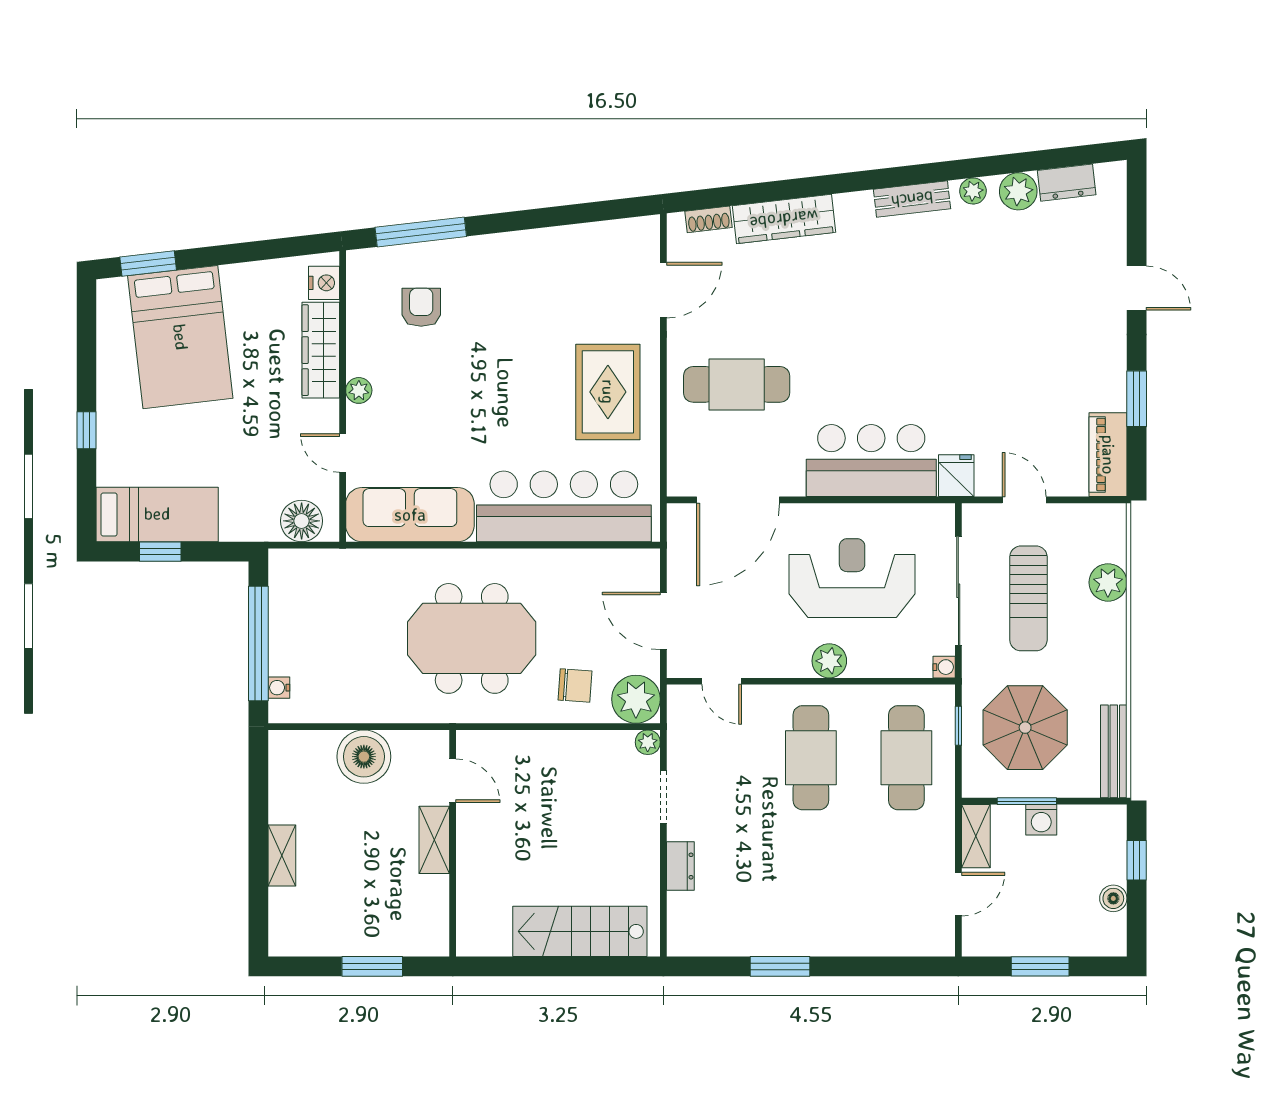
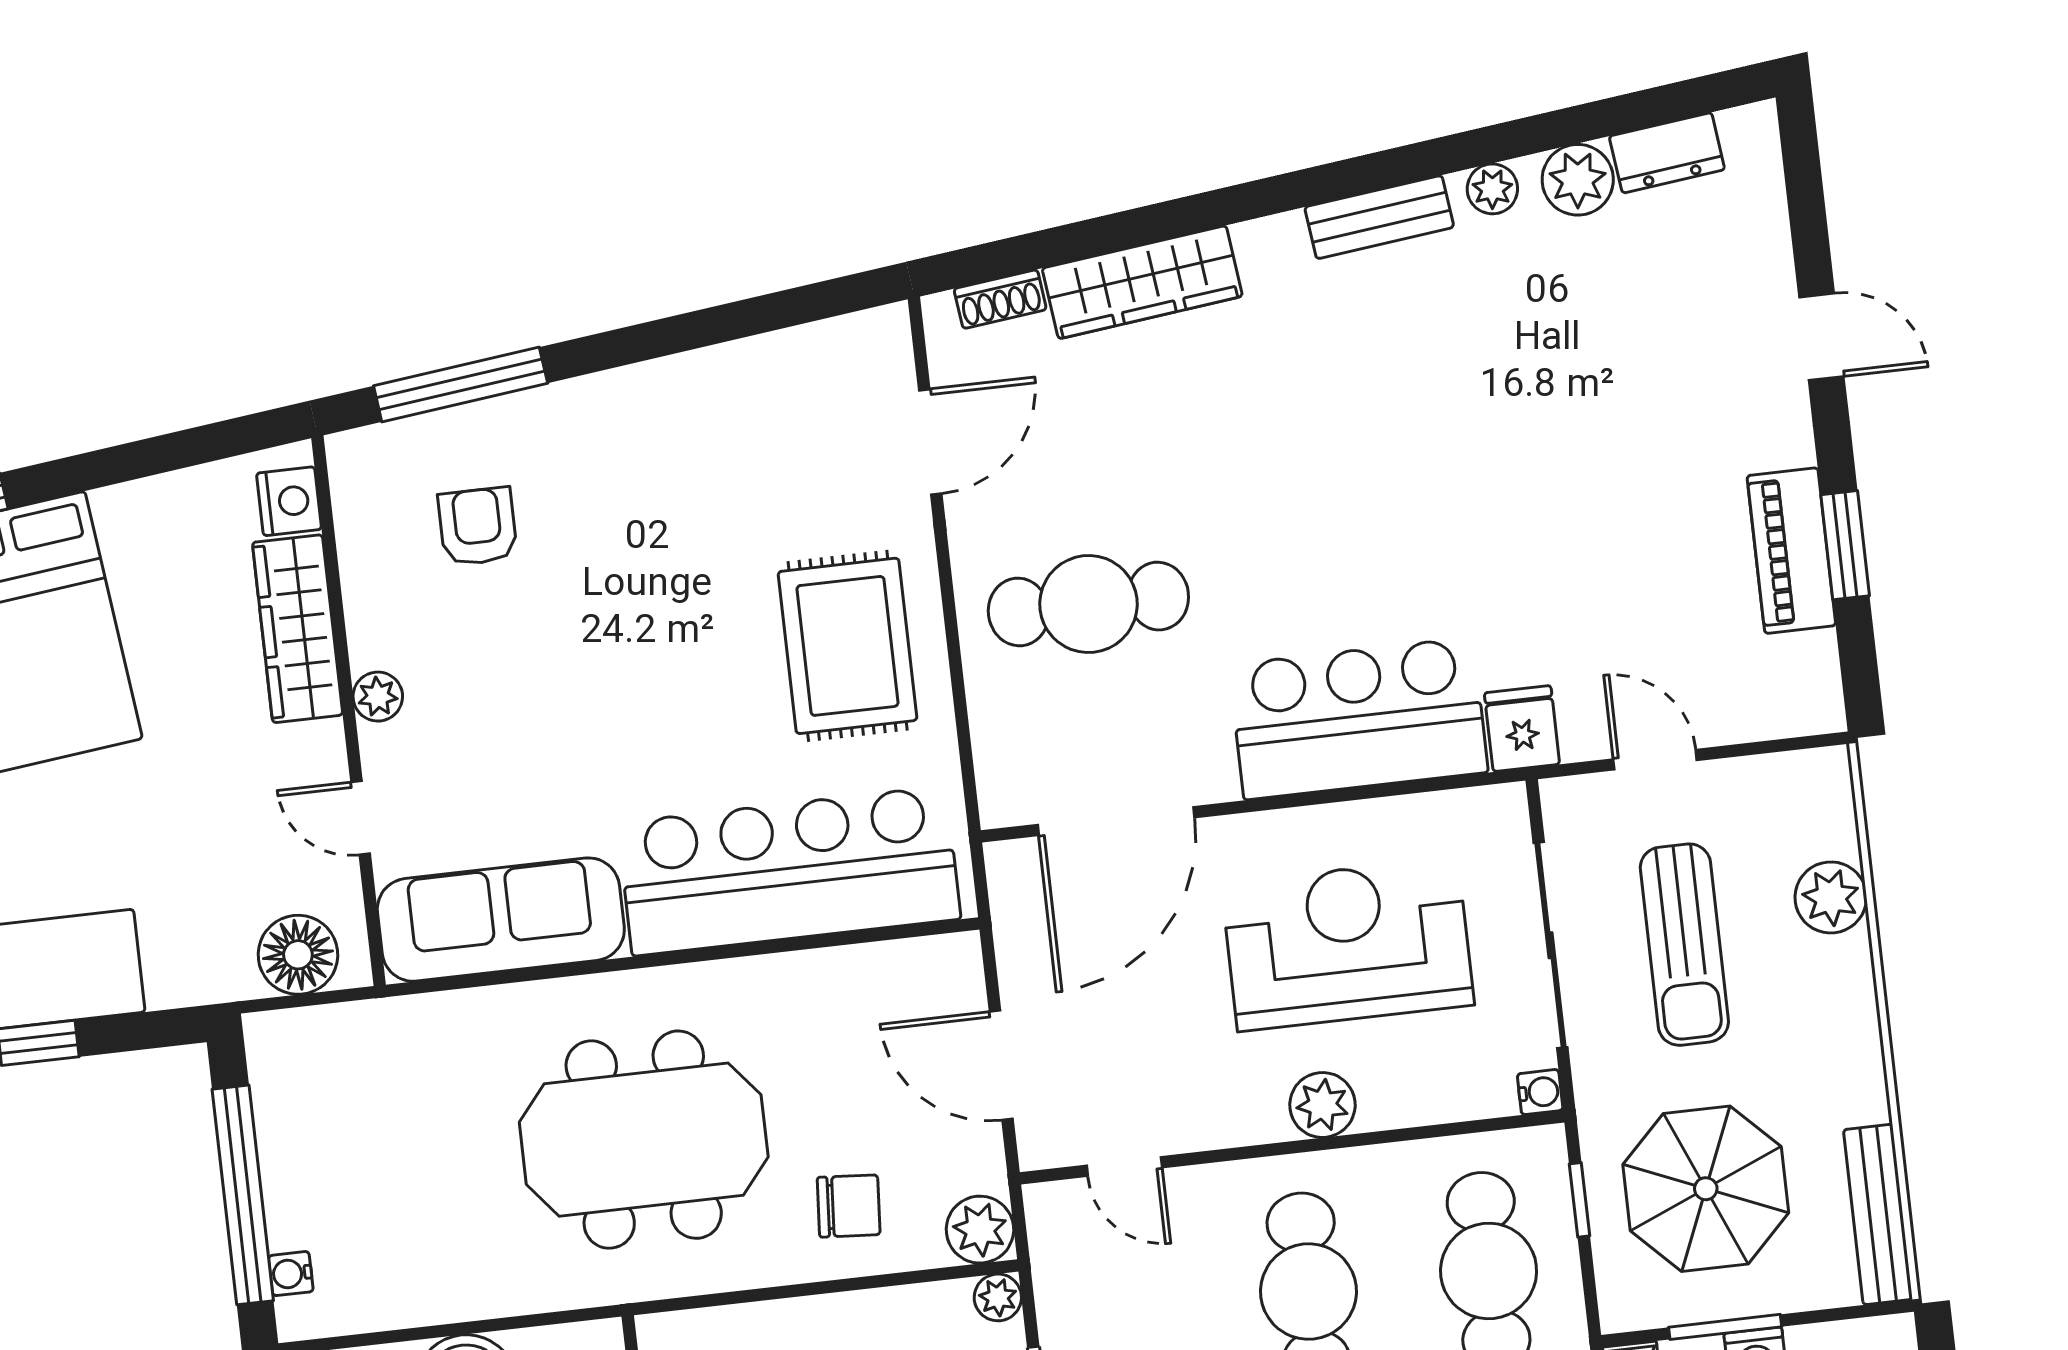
piano: (1108, 455) -> (1791, 551), moved
plant: (636, 699) -> (980, 1230), width x0.73, depth x0.73

